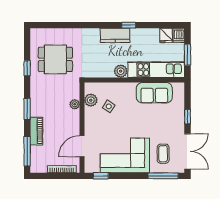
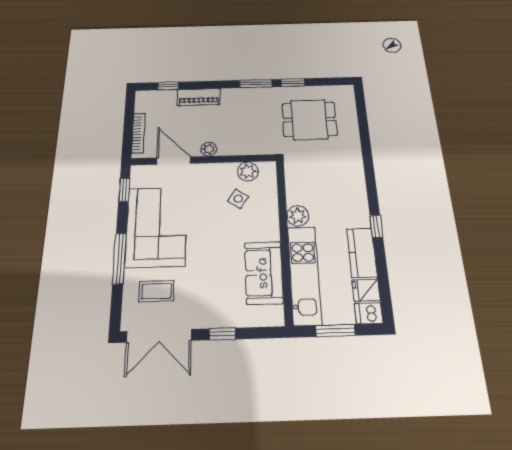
kitchen counter: (115, 35) -> (362, 253), moved
dining table: (55, 59) -> (309, 119), turned 90
plant: (75, 104) -> (209, 149), moved
window: (27, 109) -> (256, 84), moved
window: (27, 151) -> (168, 86), width x0.46
window: (163, 176) -> (120, 258), moved

